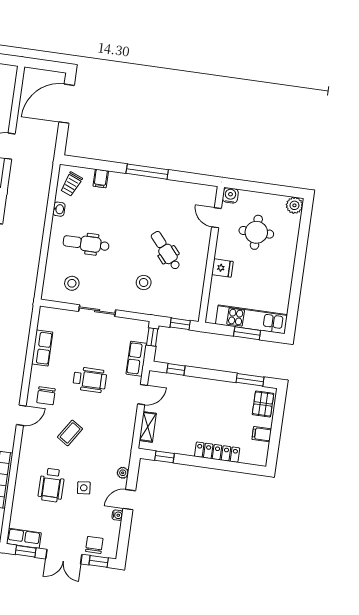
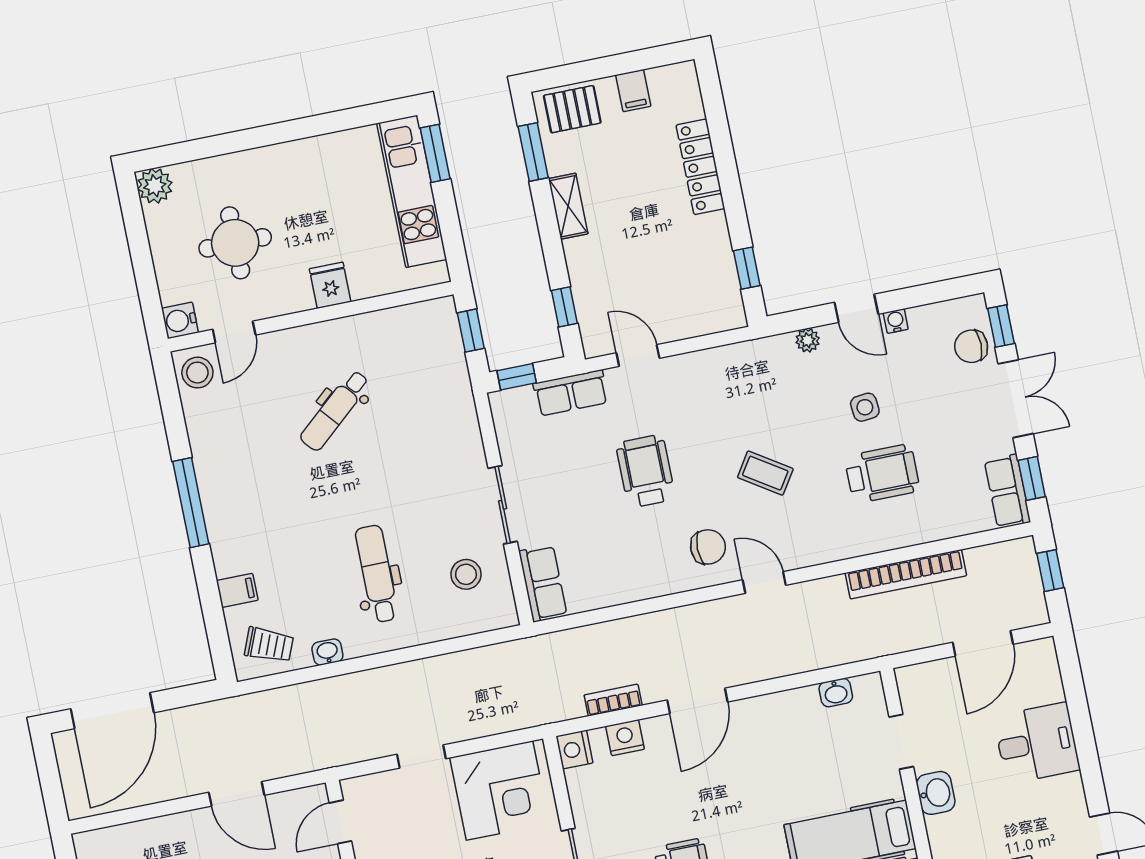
door: (67, 104) -> (112, 711), hinge flipped
dental chair: (86, 244) -> (377, 574), turned 180
stool: (144, 282) -> (197, 373), moved
window: (247, 333) -> (435, 153), moved
row of seats: (42, 348) -> (543, 583), moved, turned 90
shelving: (148, 427) -> (568, 206), moved, turned 90

